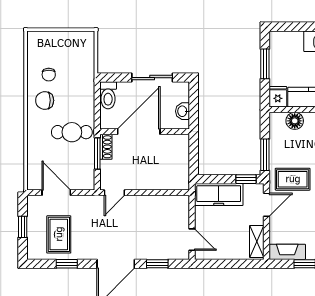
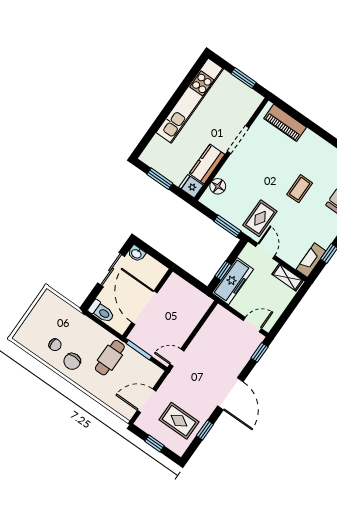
washbasin: (183, 111) -> (137, 254), moved
shoe rack: (106, 147) -> (138, 340), removed
window: (246, 179) -> (223, 271), moved
door: (114, 193) -> (177, 358), swing flipped
window: (157, 264) -> (259, 352), moved

